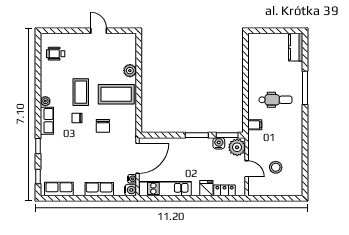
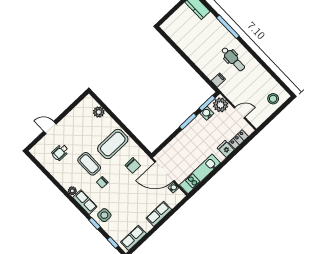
door: (99, 31) -> (50, 128), moved
wheelchair: (56, 54) -> (60, 152), moved
plant: (130, 71) -> (99, 112), moved
dental chair: (275, 100) -> (233, 59), moved, turned 90
chair: (103, 126) -> (133, 165), moved
side table: (53, 147) -> (104, 215), added
door: (137, 158) -> (164, 171), swing flipped
stool: (276, 167) -> (273, 99), moved
water cooler: (130, 190) -> (179, 196), removed

